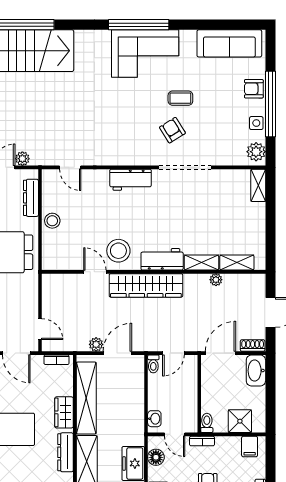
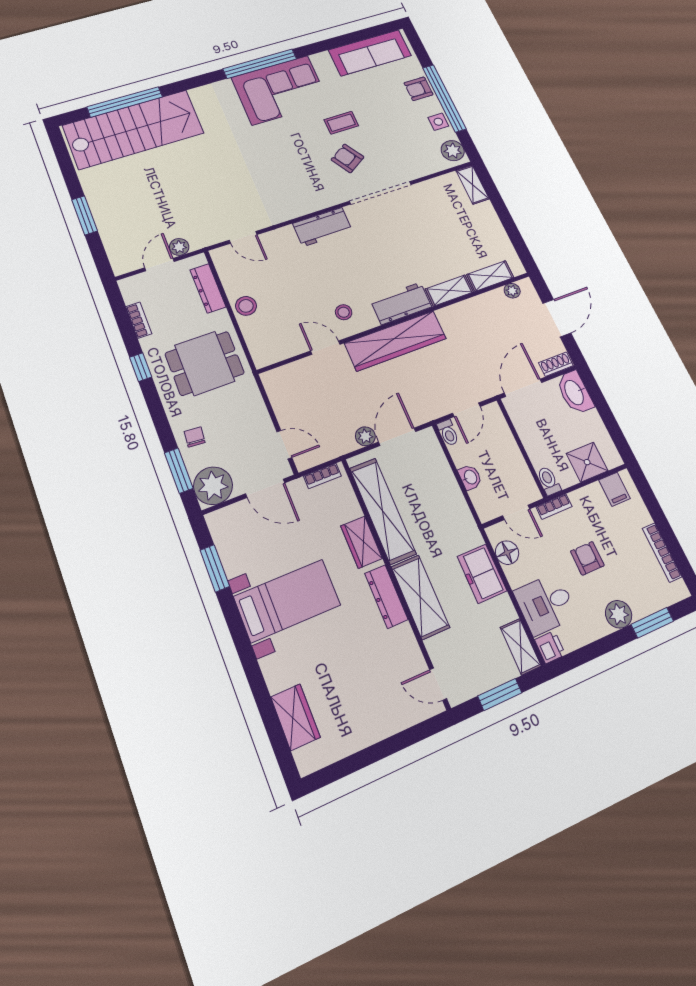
stool: (118, 251) -> (344, 312), width x0.53, depth x0.53
plant: (216, 280) -> (512, 291), moved
washbasin: (154, 419) -> (470, 477), moved

